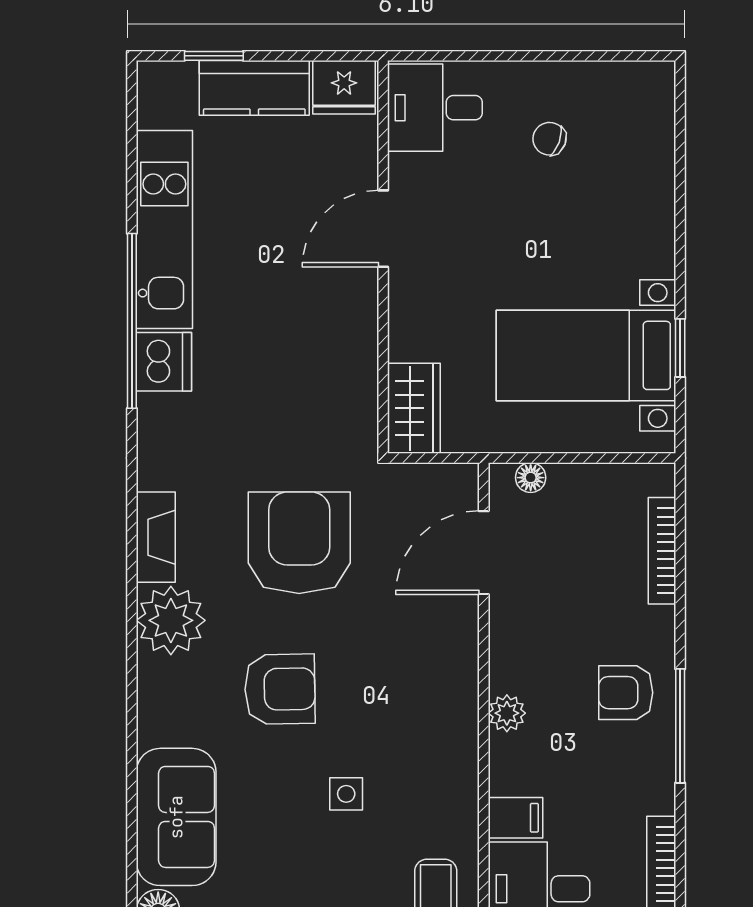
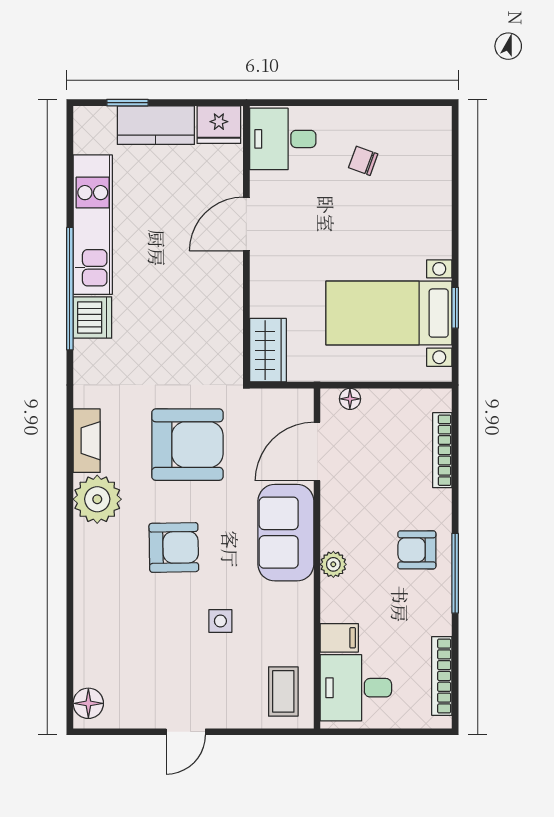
armchair: (299, 543) -> (187, 445), turned 90
sofa: (176, 817) -> (286, 533), moved, turned 180

